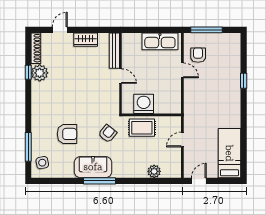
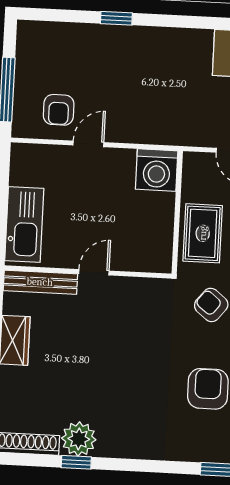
kitchen sink: (160, 41) -> (24, 224), moved
armchair: (198, 55) -> (59, 110), turned -90
washing machine: (144, 104) -> (157, 170), moved, turned -90

